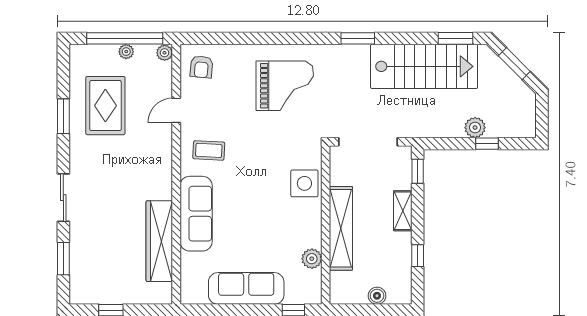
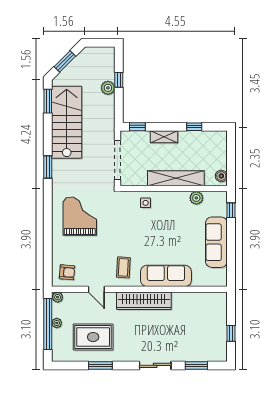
side table: (304, 183) -> (146, 203), width x0.54, depth x0.54
wardrobe: (159, 241) -> (144, 301), moved
boiler: (377, 296) -> (221, 176), moved

